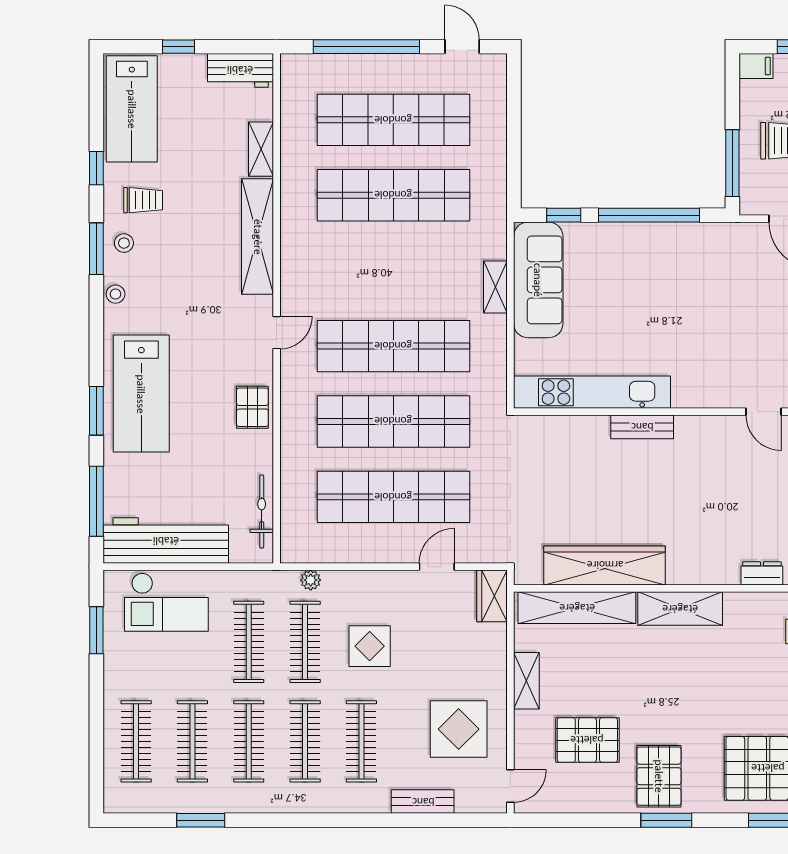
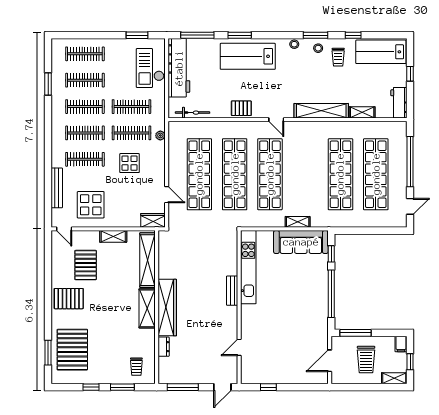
wardrobe: (605, 565) -> (167, 308), moved
bench: (423, 802) -> (57, 188), width x1.36
window: (666, 820) -> (48, 302), removed

